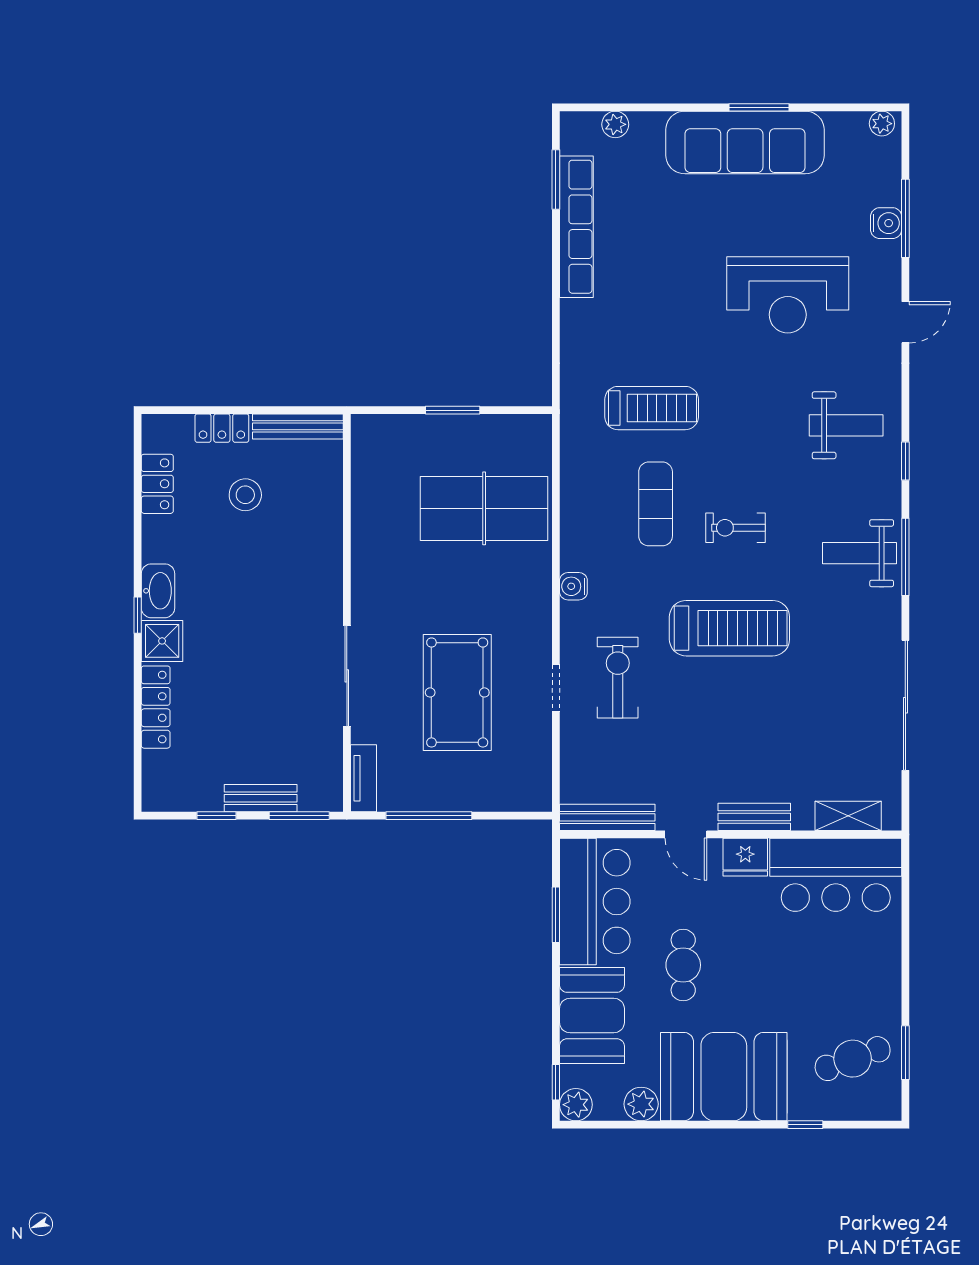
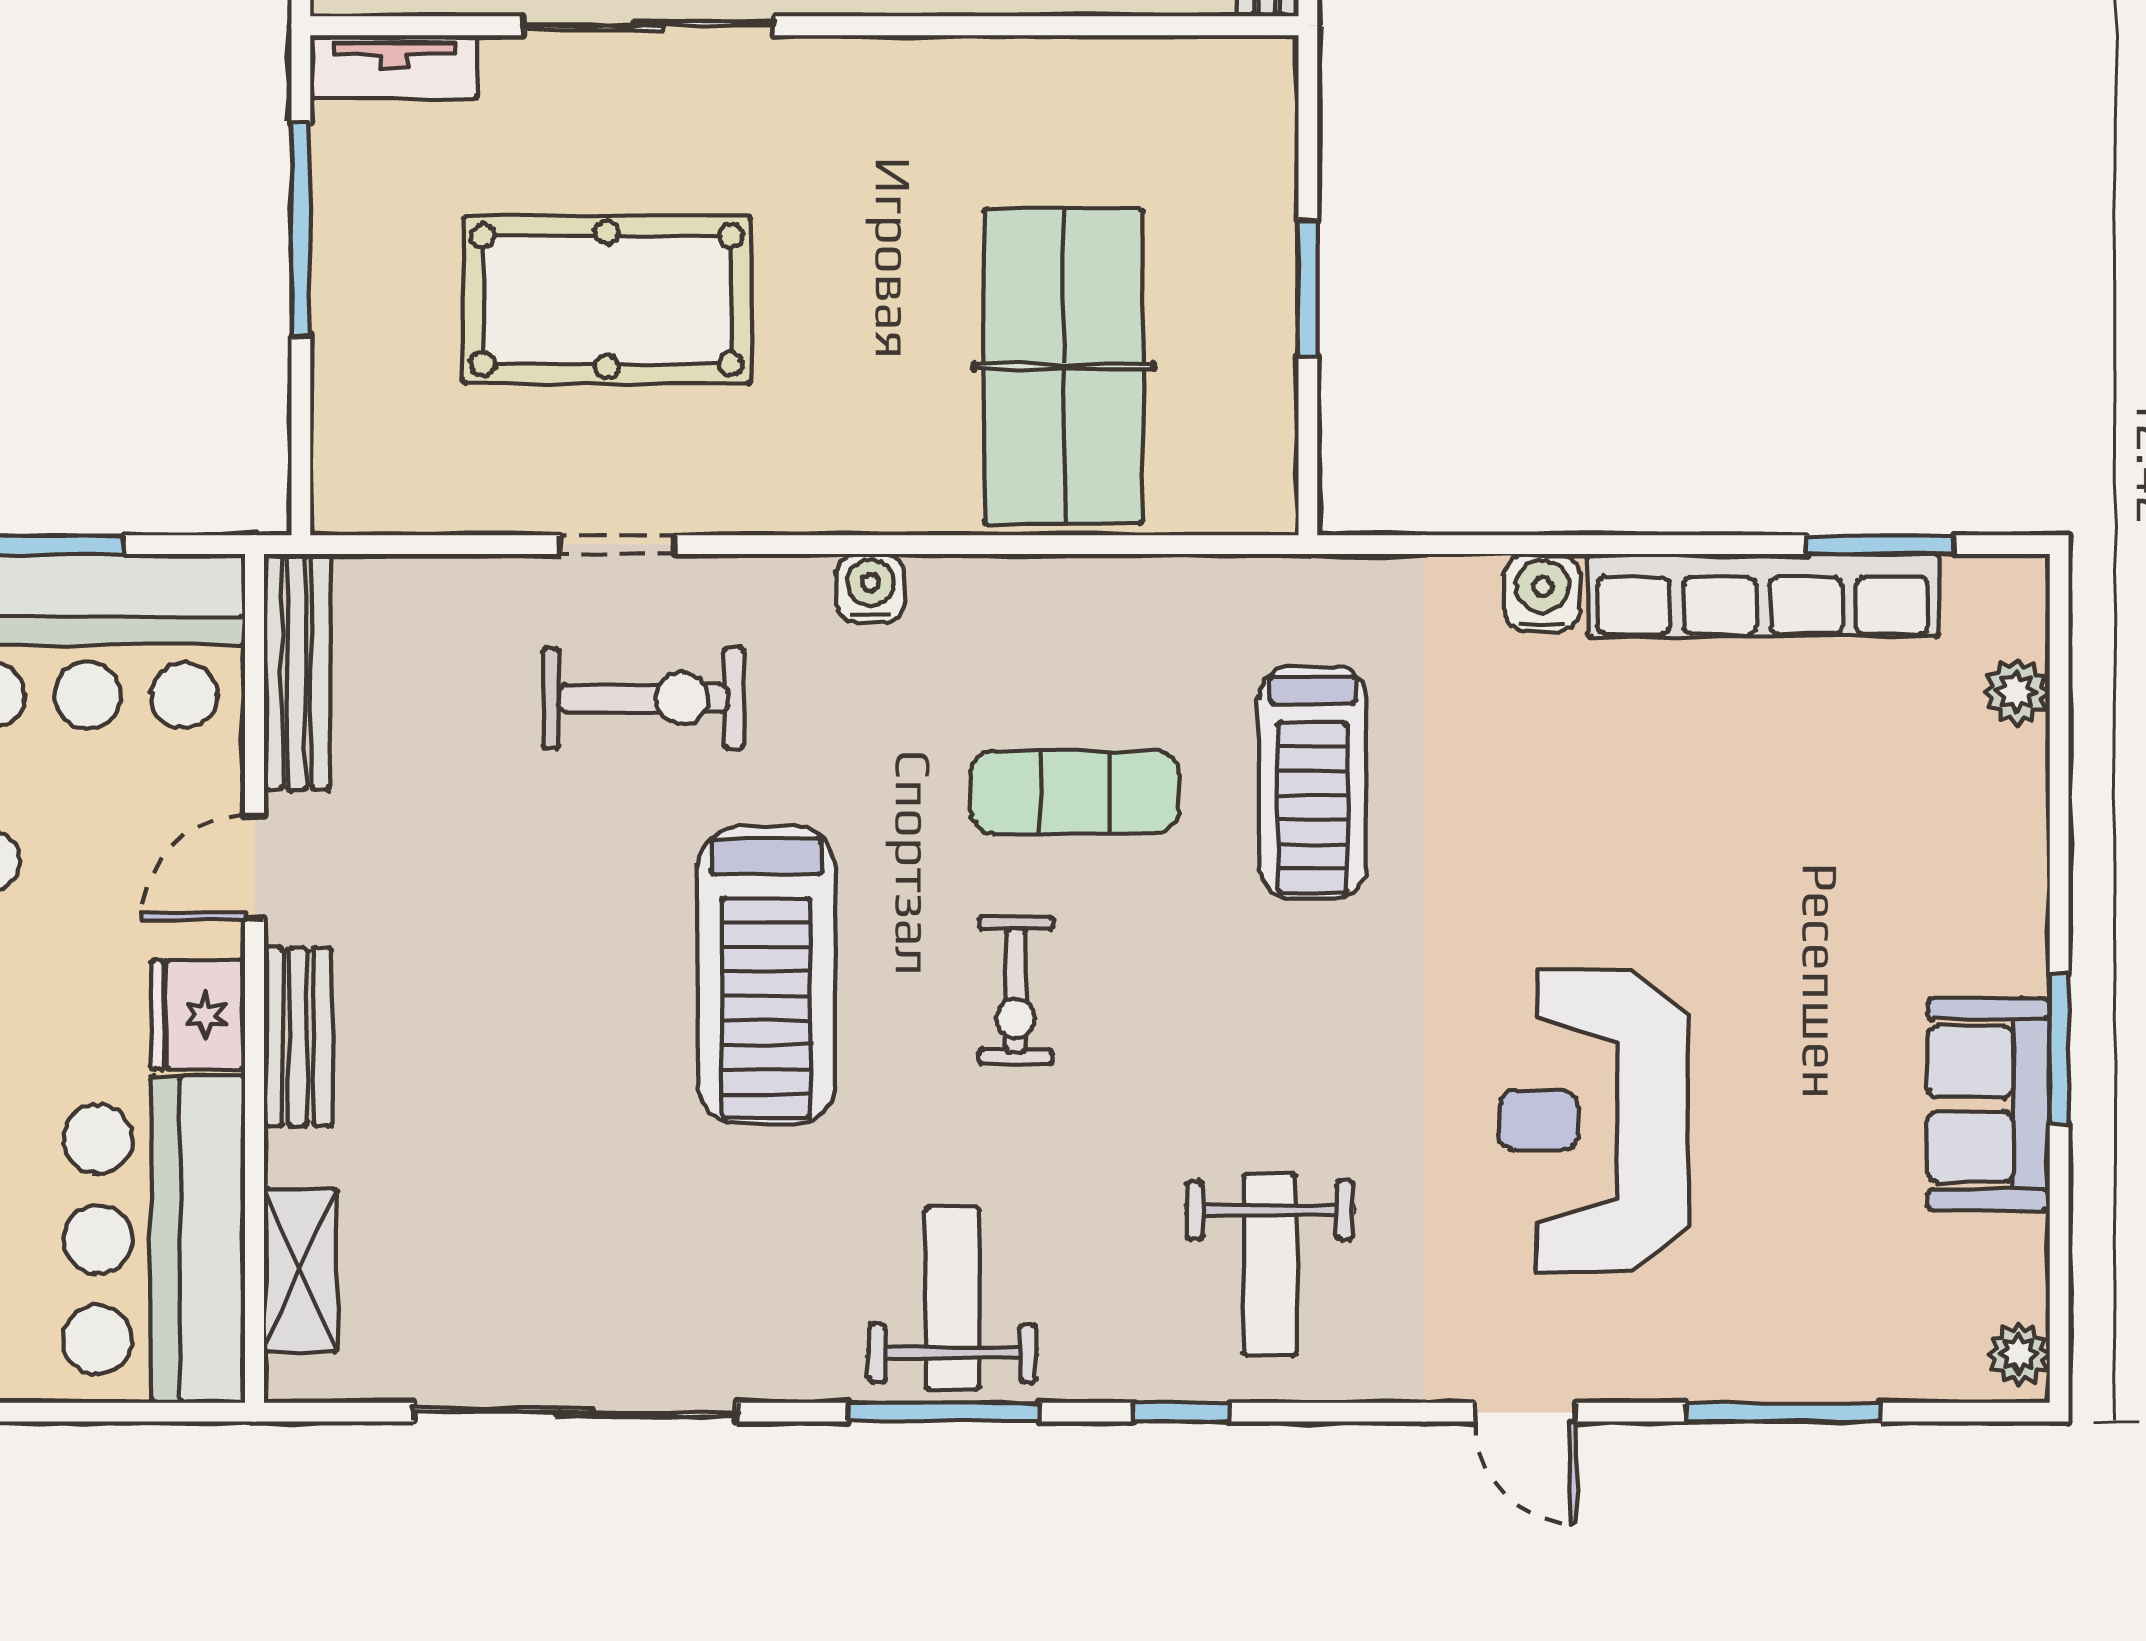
sofa: (745, 142) -> (1988, 1104), width x0.54, depth x0.79
water cooler: (886, 223) -> (1542, 593), moved, turned 180
exercise bike: (736, 528) -> (1016, 991), turned 180

